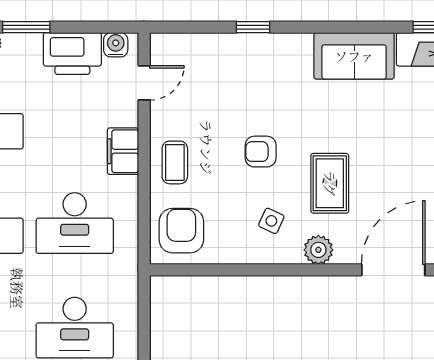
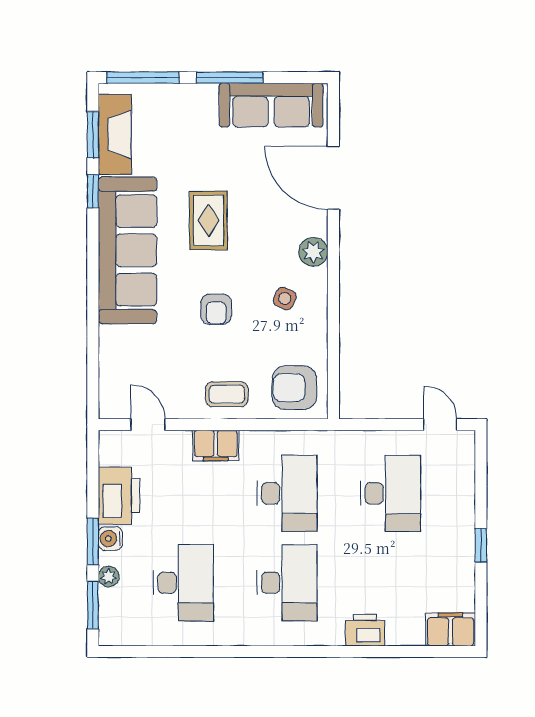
window: (253, 27) -> (93, 191), moved
water cooler: (116, 45) -> (110, 539), moved
sofa: (354, 56) -> (128, 250), width x1.85, depth x1.27
rug: (330, 183) -> (208, 220), moved, turned 90

